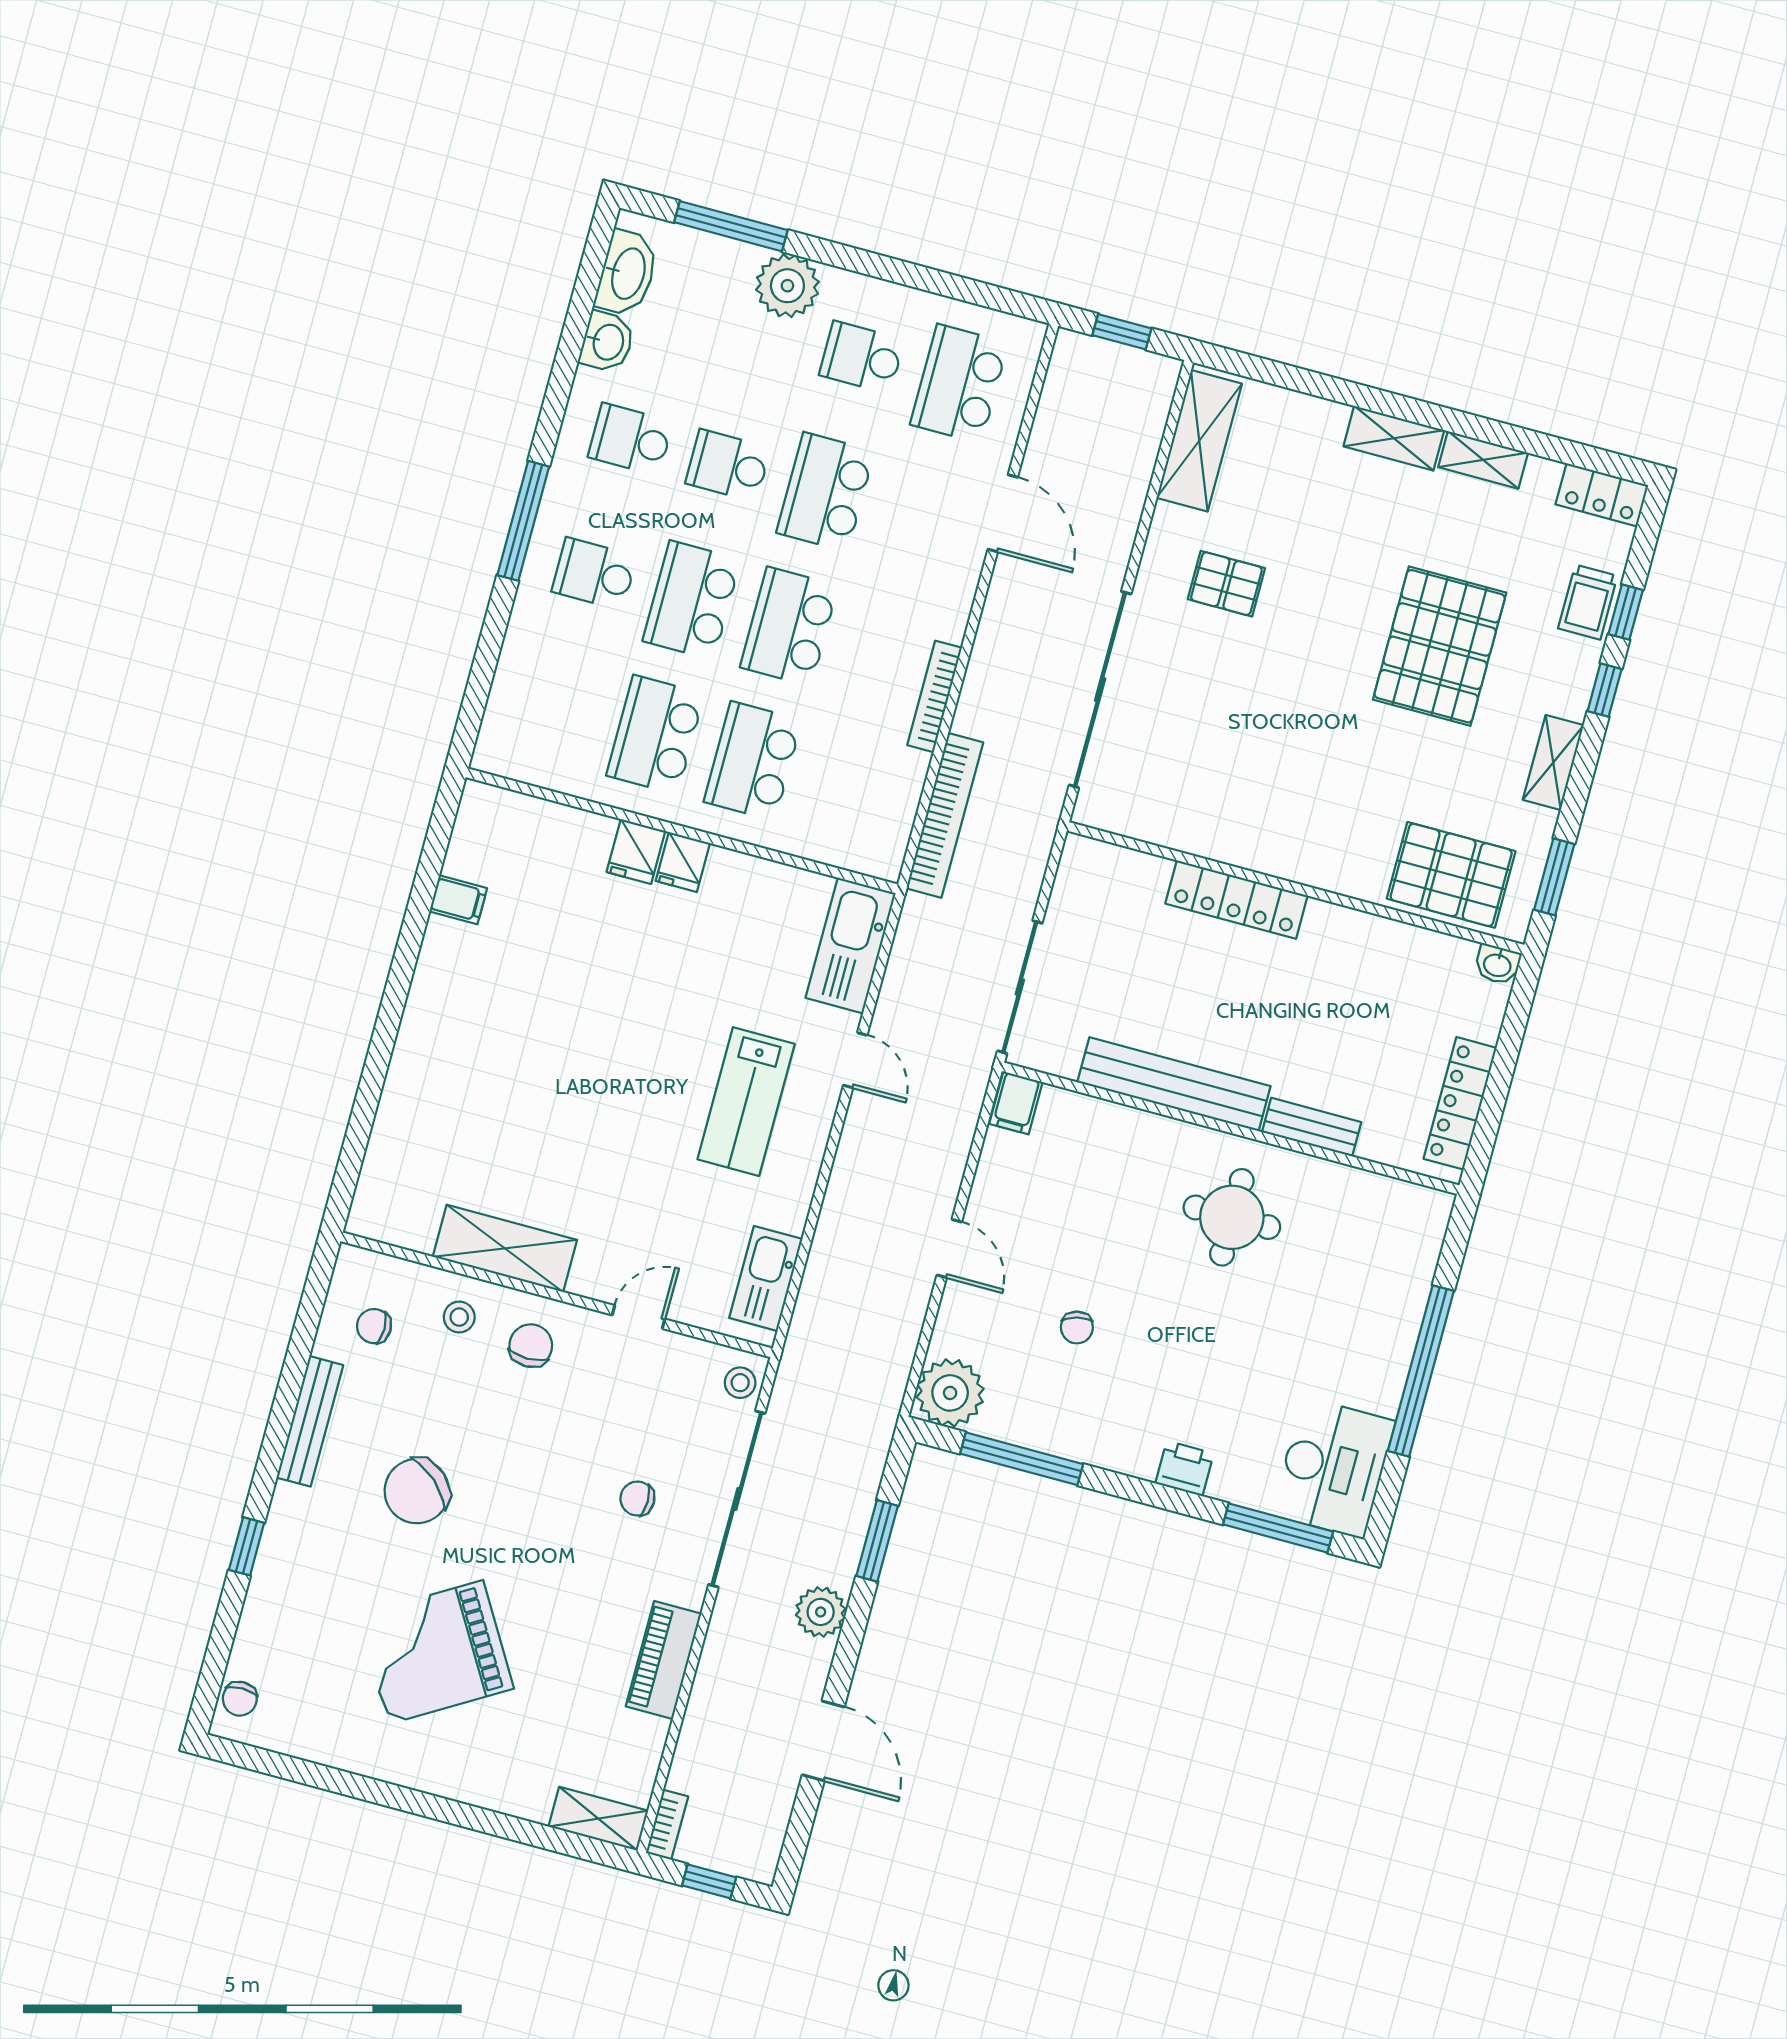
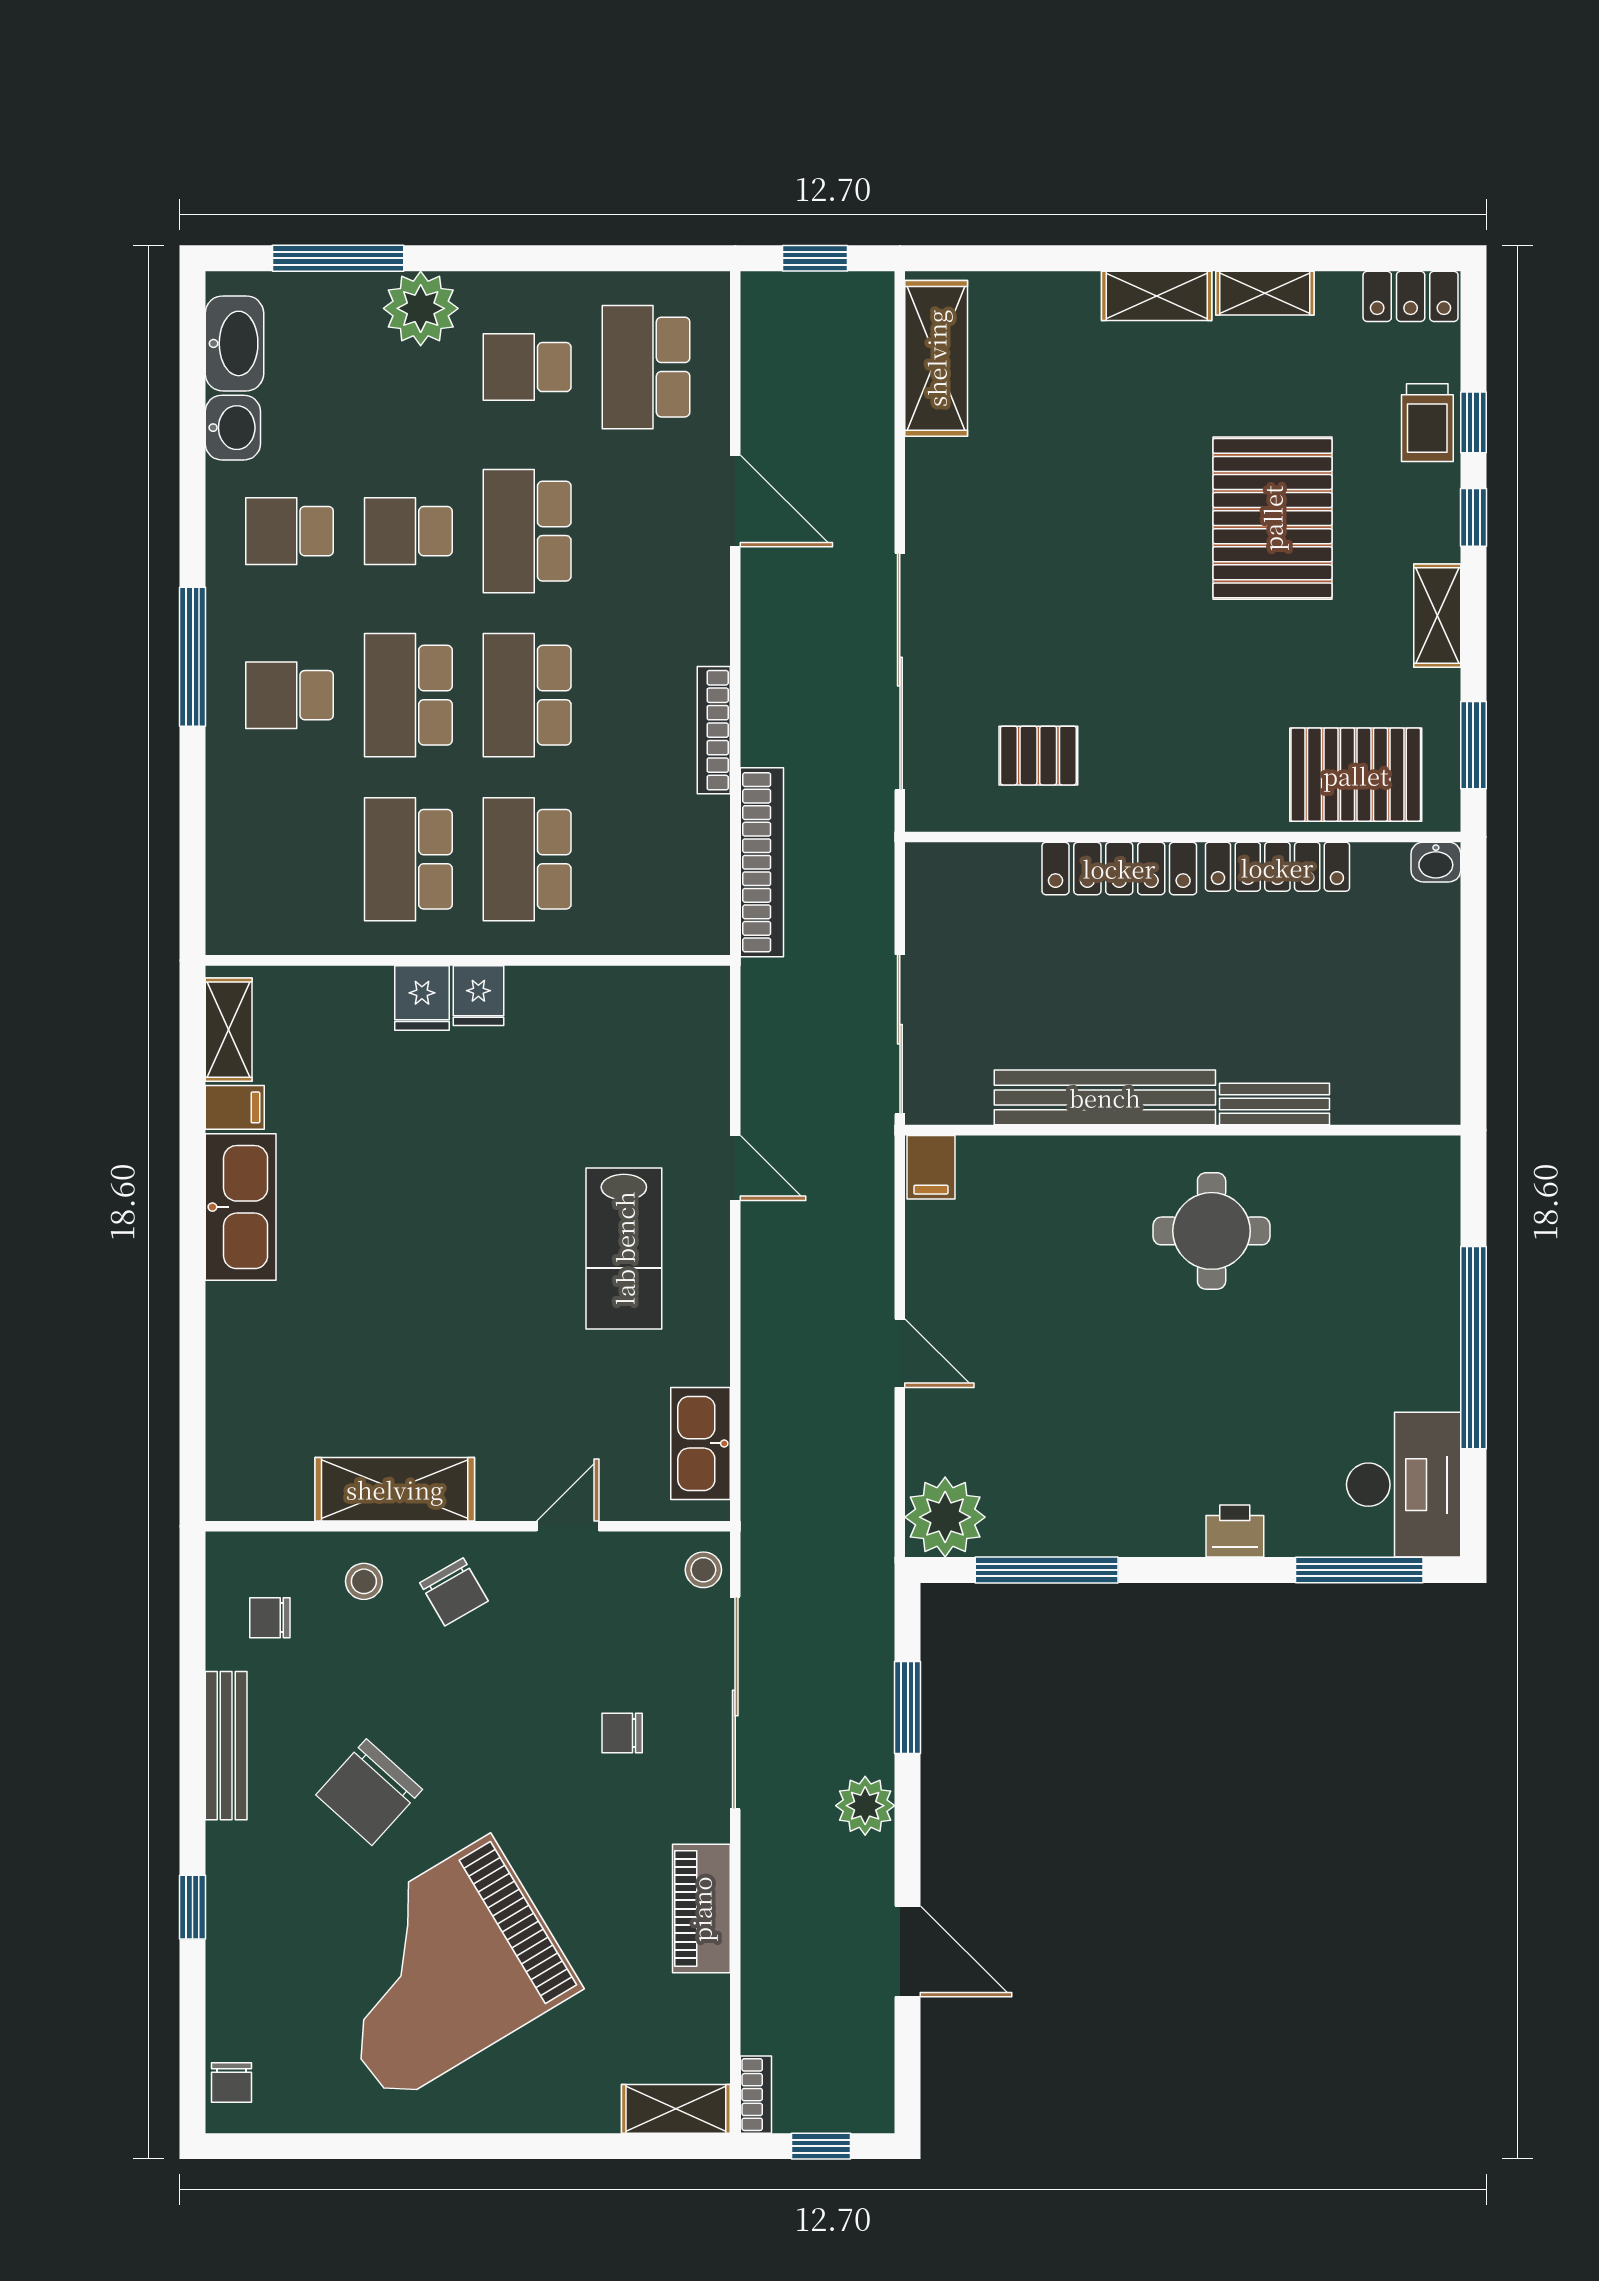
pallet: (1226, 584) -> (1038, 756), moved
shelving: (470, 835) -> (229, 1030), added
kitchen sink: (851, 945) -> (241, 1207), moved, turned 180
locker: (1460, 1103) -> (1277, 867), moved, turned -90
chair: (1077, 1327) -> (1069, 1404), removed
chair: (531, 1346) -> (454, 1592), turned 150
grand piano: (436, 1652) -> (440, 1969), width x1.37, depth x1.48

